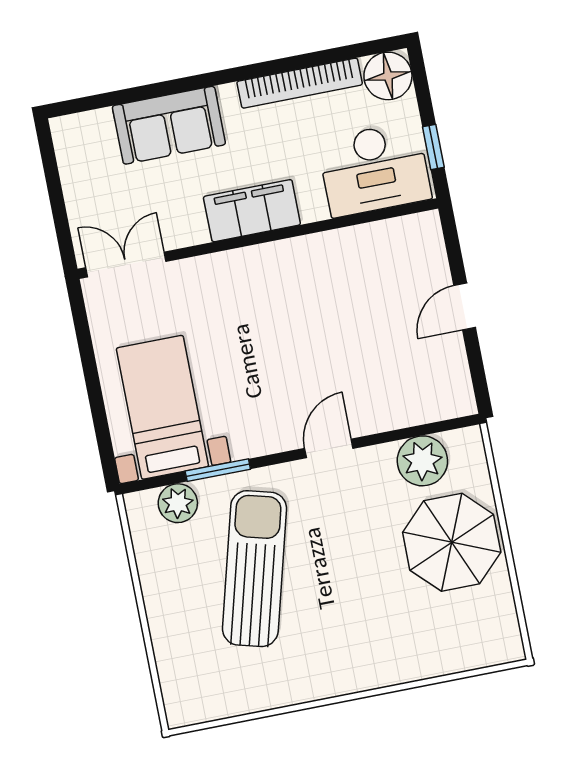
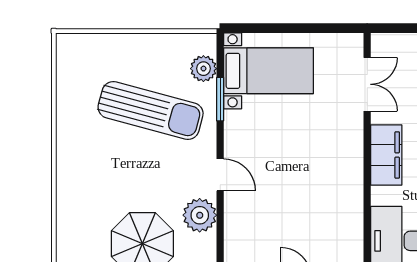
double door: (126, 265) -> (367, 84), moved
plant: (422, 461) -> (200, 215), moved

